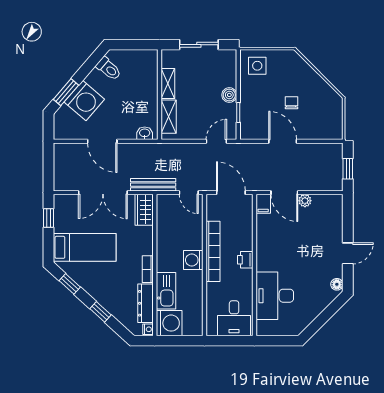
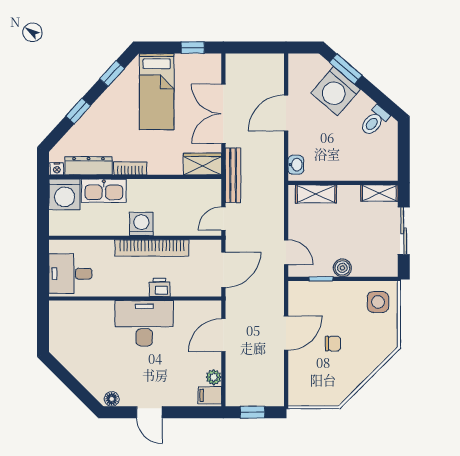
shelving: (168, 83) -> (379, 193), moved
plant: (305, 201) -> (214, 377), moved
filing cabinet: (263, 204) -> (210, 395), moved
printer: (245, 260) -> (159, 287), moved
desk: (275, 296) -> (144, 323), moved

